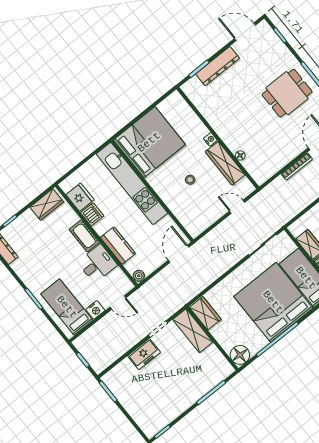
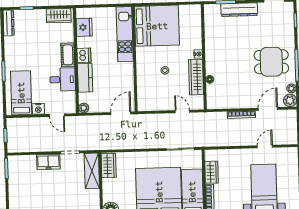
kitchen unit: (132, 183) -> (125, 34), width x0.73
dishwasher: (92, 214) -> (84, 55), moved

